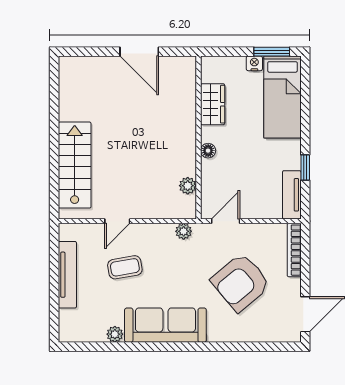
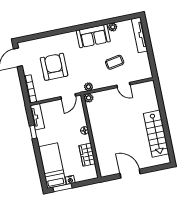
stairs: (75, 165) -> (156, 134), moved
plant: (188, 186) -> (89, 98), moved
door: (117, 221) -> (123, 85), swing flipped
tv unit: (67, 275) -> (139, 35), moved
armchair: (241, 282) -> (54, 67), turned -50
sofa: (165, 325) -> (93, 36), width x0.73

